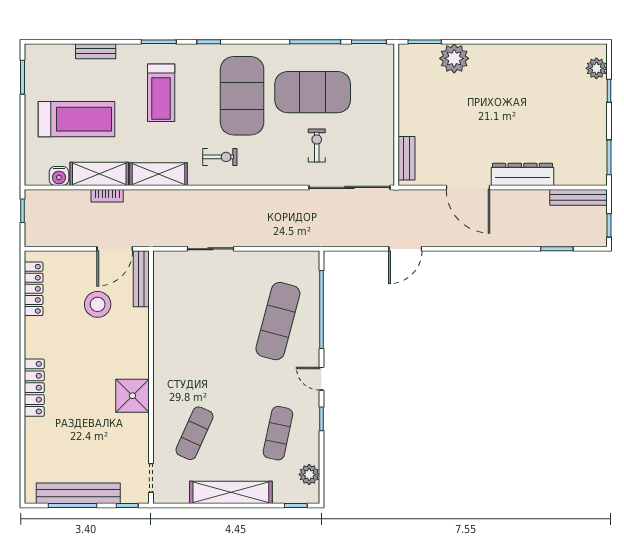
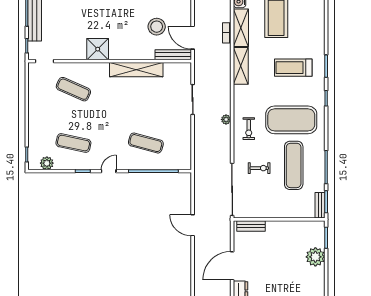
bench: (96, 51) -> (320, 205), moved
exercise mat: (313, 92) -> (294, 165), width x0.68
exercise bike: (220, 157) -> (249, 129), moved
plant: (241, 197) -> (226, 119), added
exercise mat: (278, 321) -> (146, 143), width x0.73, depth x0.69
shelving: (231, 492) -> (136, 70), moved, turned 90

